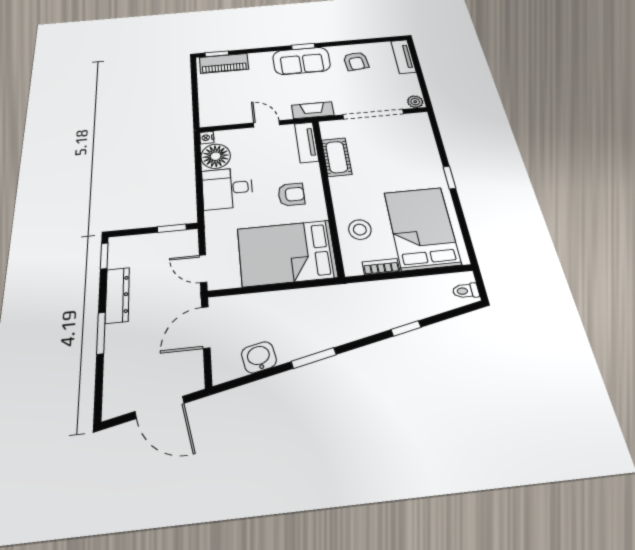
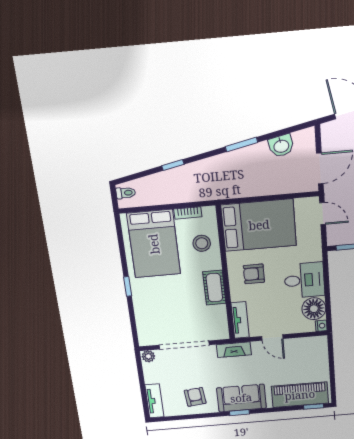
piano: (224, 63) -> (300, 395), width x1.37, depth x1.33
cot: (337, 157) -> (214, 288), moved

